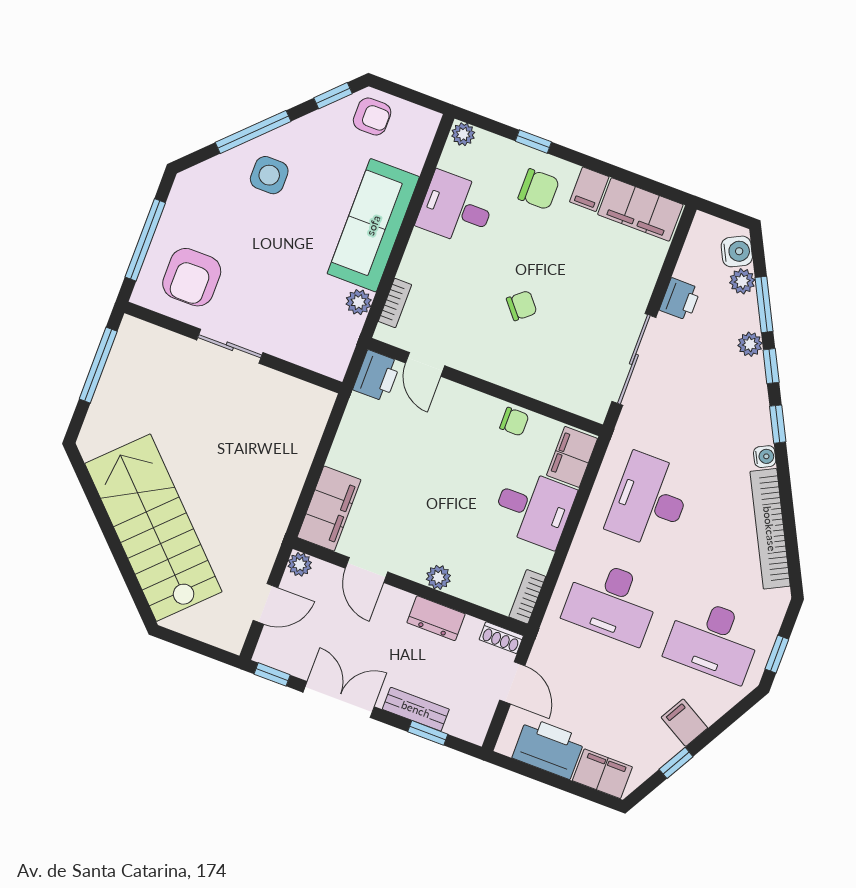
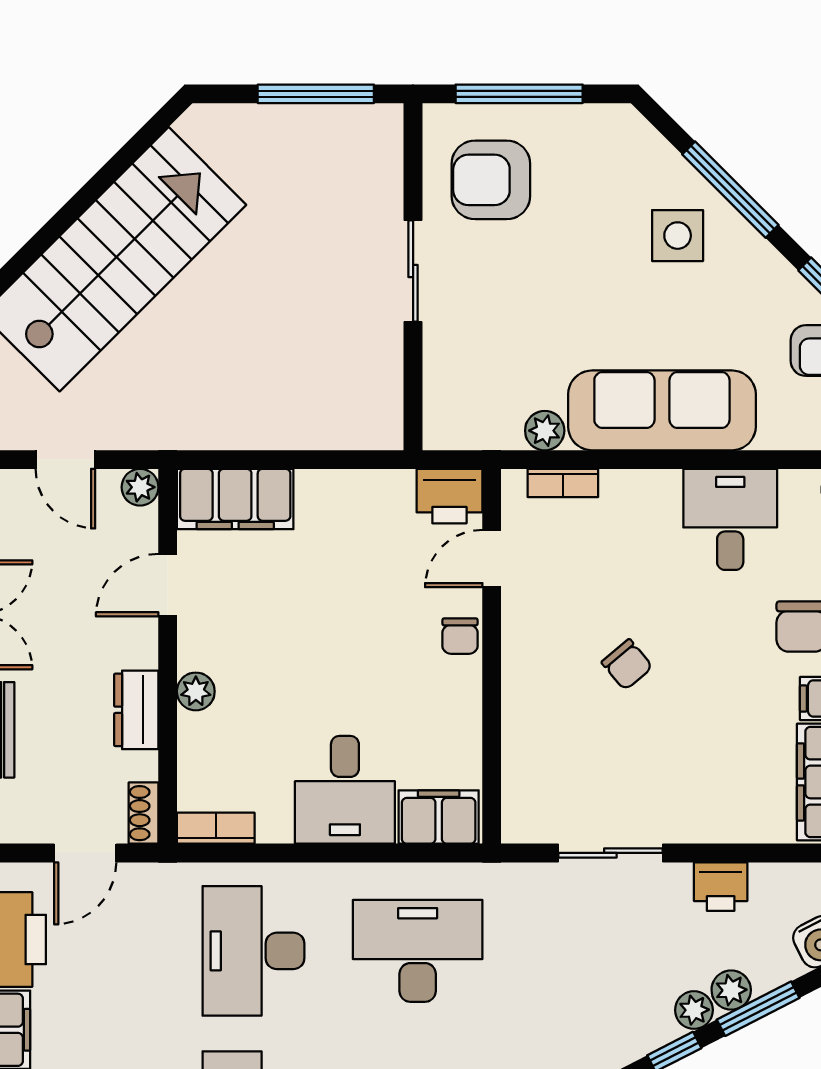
plant: (742, 281) -> (731, 990), moved
sliding door: (634, 359) -> (610, 853), width x0.73
chair: (514, 422) -> (460, 636), moved

